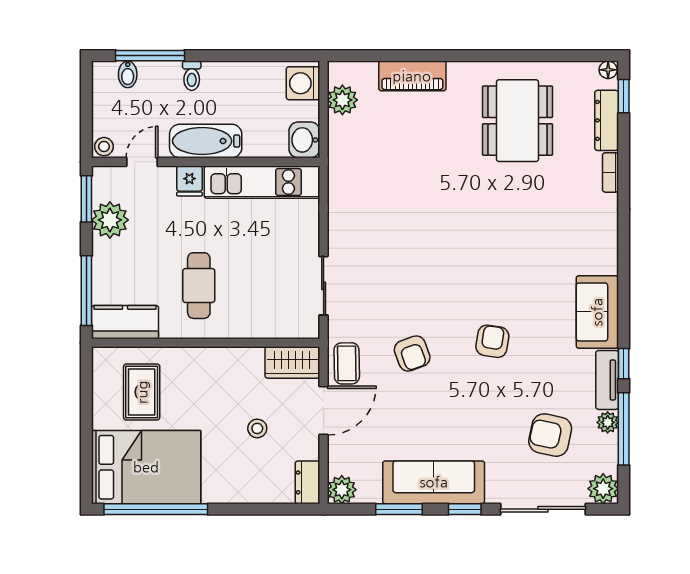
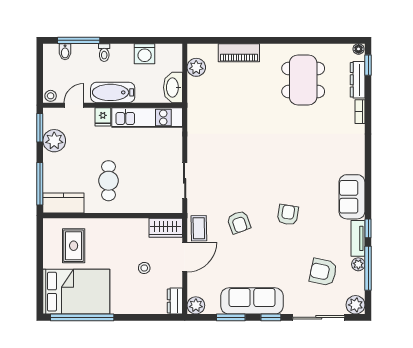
washing machine: (303, 83) -> (145, 54), moved, turned -90
washbasin: (304, 140) -> (173, 87), width x1.38

